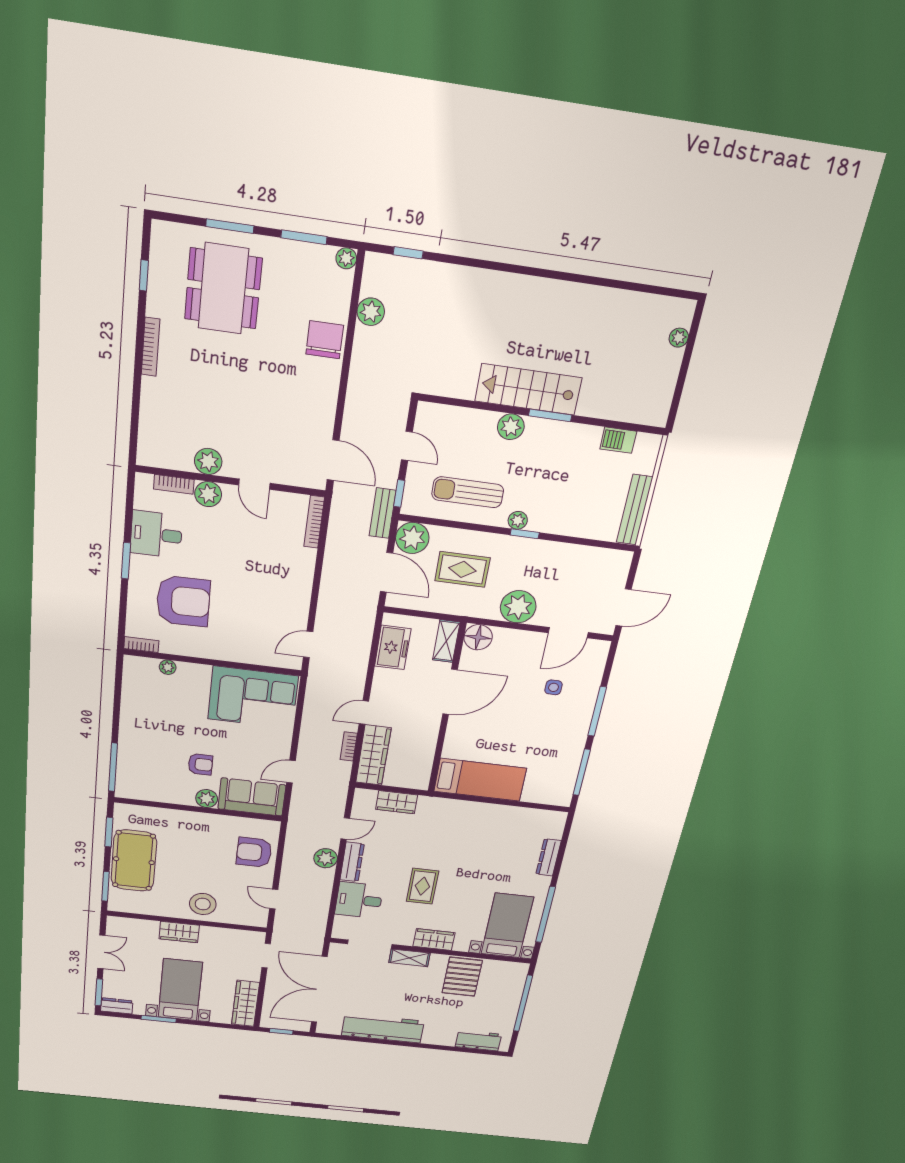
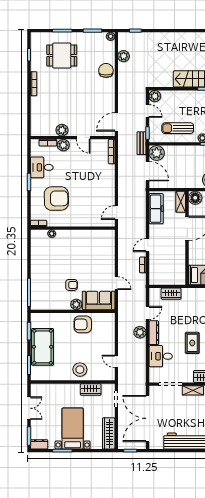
dining table: (223, 289) -> (62, 56), width x0.73
plant: (511, 427) -> (155, 96), moved
door: (333, 460) -> (116, 122), swing flipped
rug: (462, 569) -> (182, 165), removed
freezer: (393, 647) -> (156, 209), width x1.40
corner sofa: (253, 698) -> (93, 244), removed
wardrobe: (373, 755) -> (155, 268), removed
door: (291, 772) -> (116, 283), swing flipped
armchair: (254, 852) -> (83, 324), moved
wardrobe: (179, 932) -> (91, 389), moved

